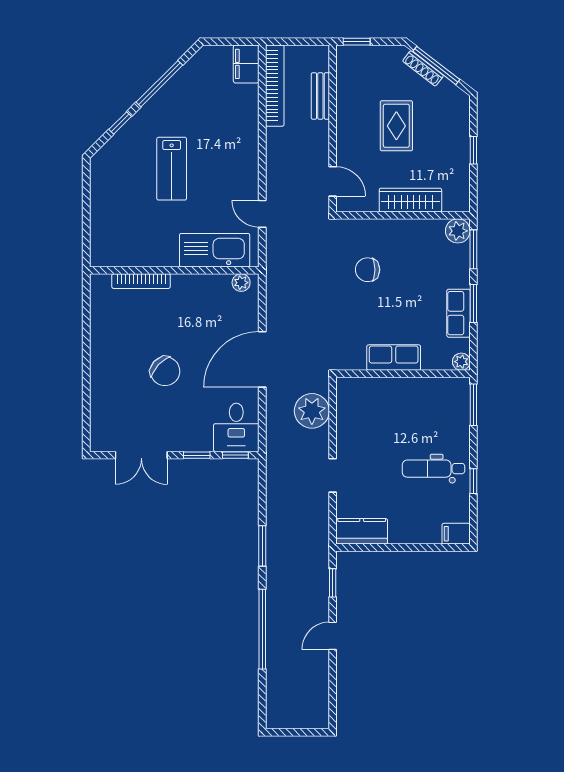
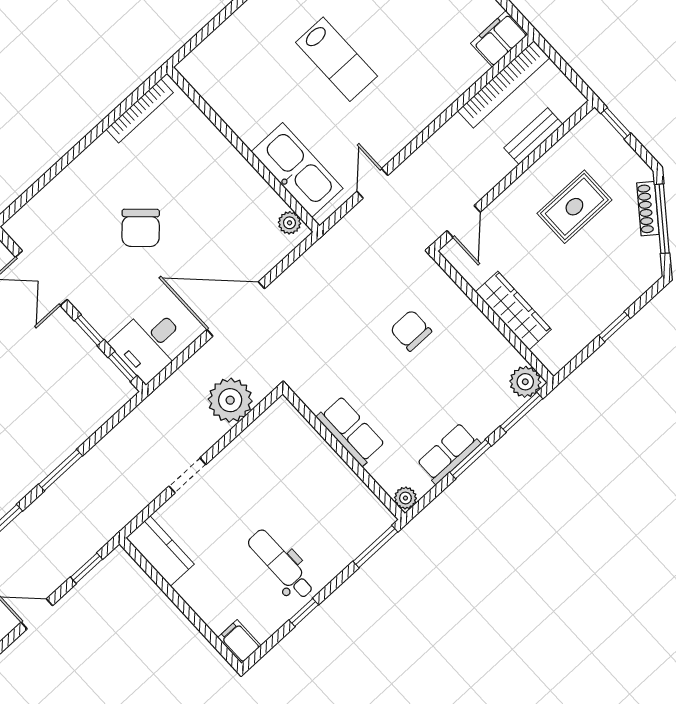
rug: (396, 126) -> (574, 207), moved
lab bench: (172, 169) -> (337, 59), turned -90
bookcase: (141, 281) -> (140, 111), moved, turned -90

